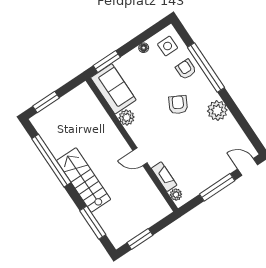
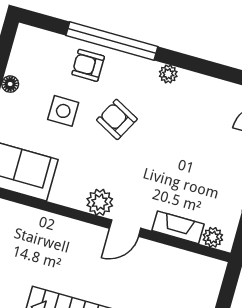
side table: (168, 46) -> (63, 111), moved
plant: (217, 111) -> (168, 74), width x0.53, depth x0.53
plant: (127, 117) -> (100, 202), moved

